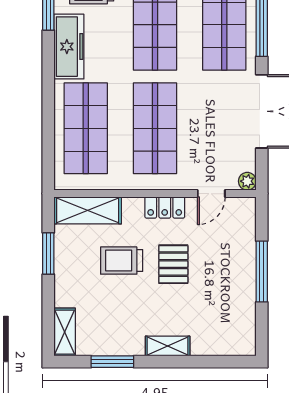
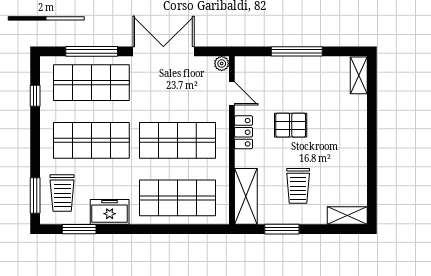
freezer: (69, 47) -> (110, 212), width x0.71
trolley: (122, 261) -> (298, 186), moved
shelving: (168, 346) -> (359, 75), moved
window: (112, 362) -> (372, 176), removed

